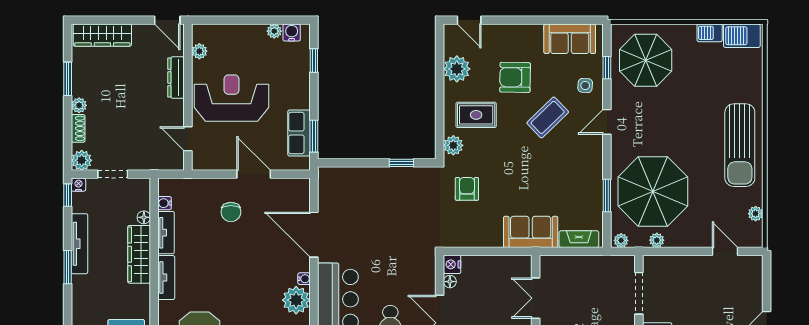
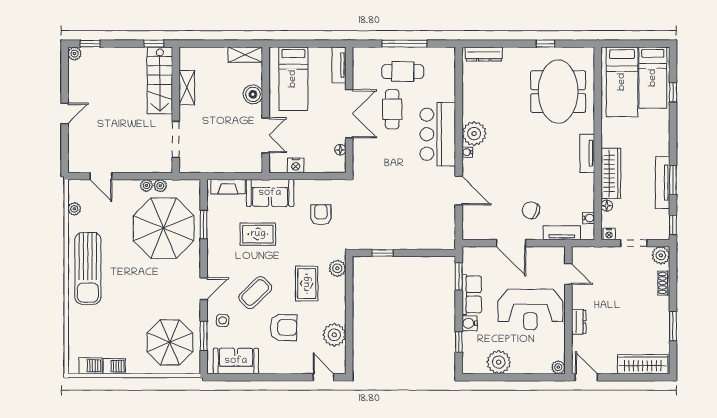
plant: (274, 31) -> (499, 362), width x1.87, depth x1.87
water cooler: (292, 33) -> (469, 323), moved, turned 90
barbecue: (742, 36) -> (90, 366), width x0.73, depth x0.79
plant: (199, 51) -> (558, 367), moved
window: (607, 68) -> (204, 336), width x1.50
dresser: (176, 77) -> (579, 322), width x0.70
plant: (79, 105) -> (663, 303), removed
rug: (476, 115) -> (307, 284), moved, turned 90
row of seats: (299, 133) -> (472, 294), moved
sun lounger: (740, 145) -> (88, 268), turned 180
nightstand: (78, 185) -> (609, 234), moved
rug: (545, 185) -> (258, 234), added
armchair: (467, 189) -> (321, 215), moved, turned 180
chair: (231, 212) -> (531, 210), turned -68
tv unit: (166, 233) -> (562, 233), moved, turned 90
door: (314, 235) -> (459, 191), width x0.73
plant: (621, 240) -> (146, 185), moved
nightstand: (452, 264) -> (296, 165), moved, turned 90
window: (68, 267) -> (673, 180), moved

